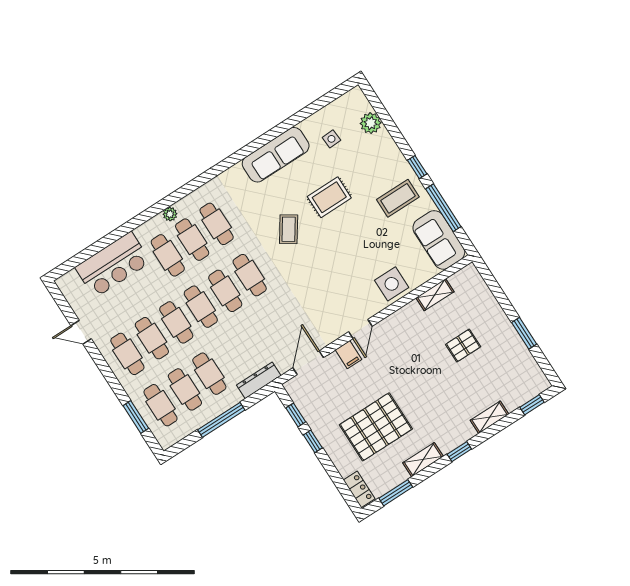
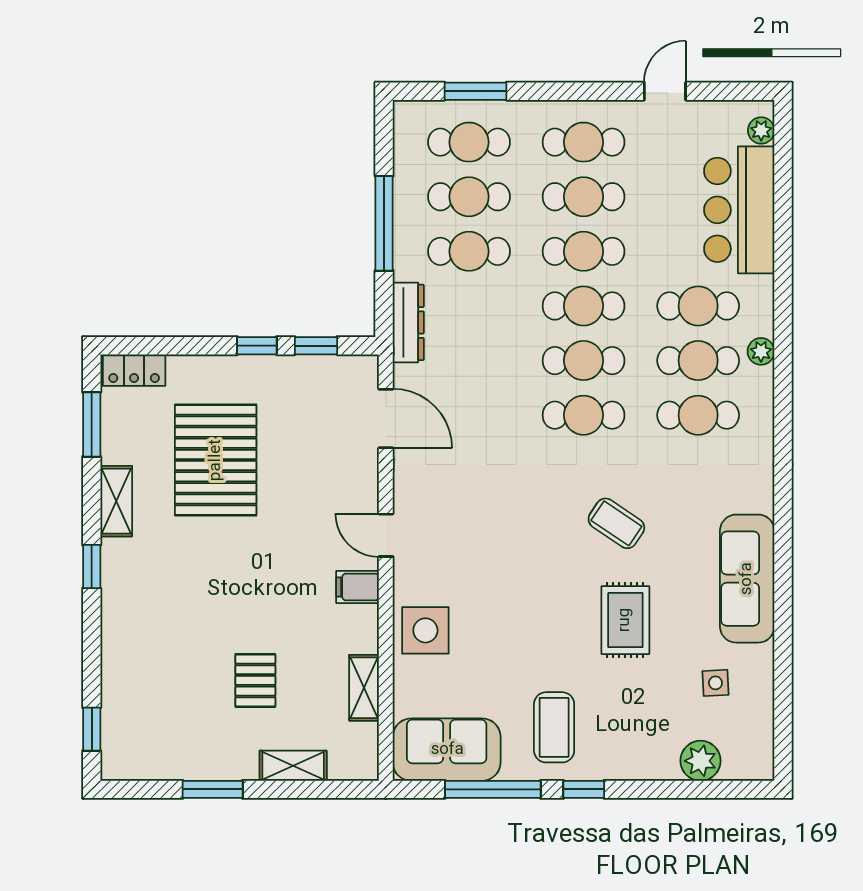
plant: (71, 278) -> (761, 130), added
filing cabinet: (348, 355) -> (357, 587), moved
shelving: (490, 417) -> (293, 766), moved, turned 90

